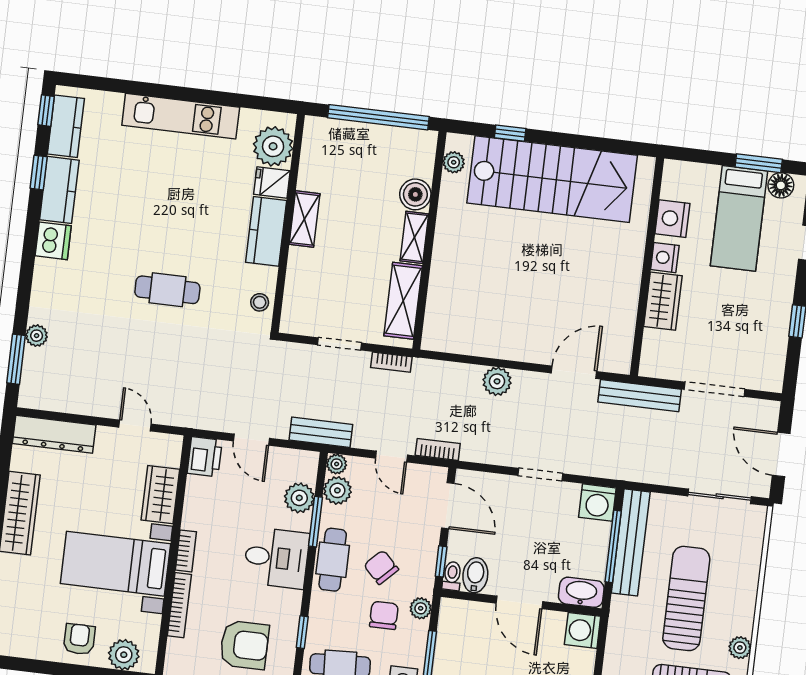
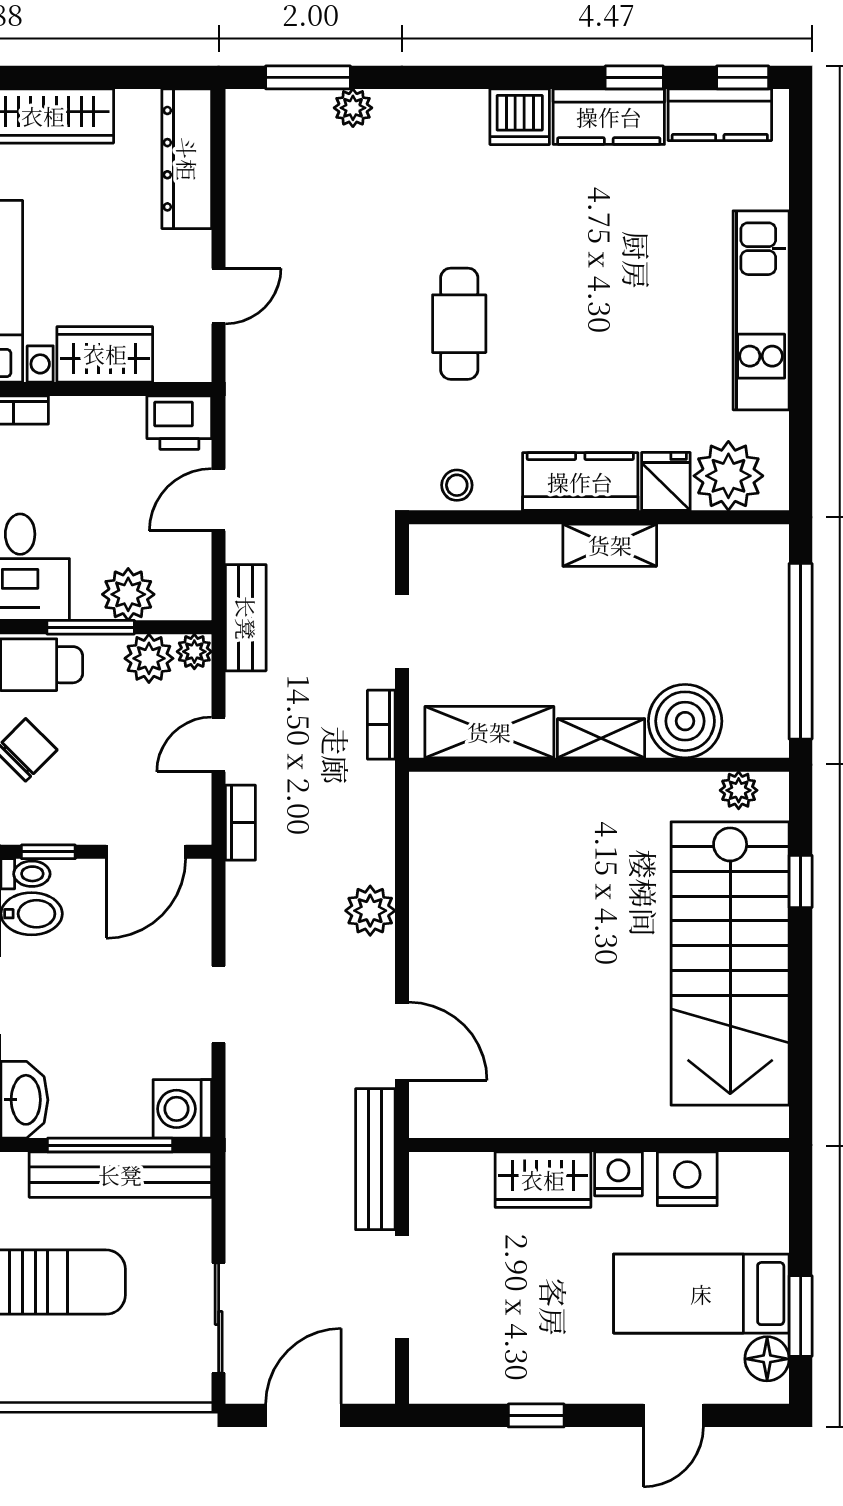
boiler: (415, 194) -> (685, 721), width x1.37, depth x1.37

